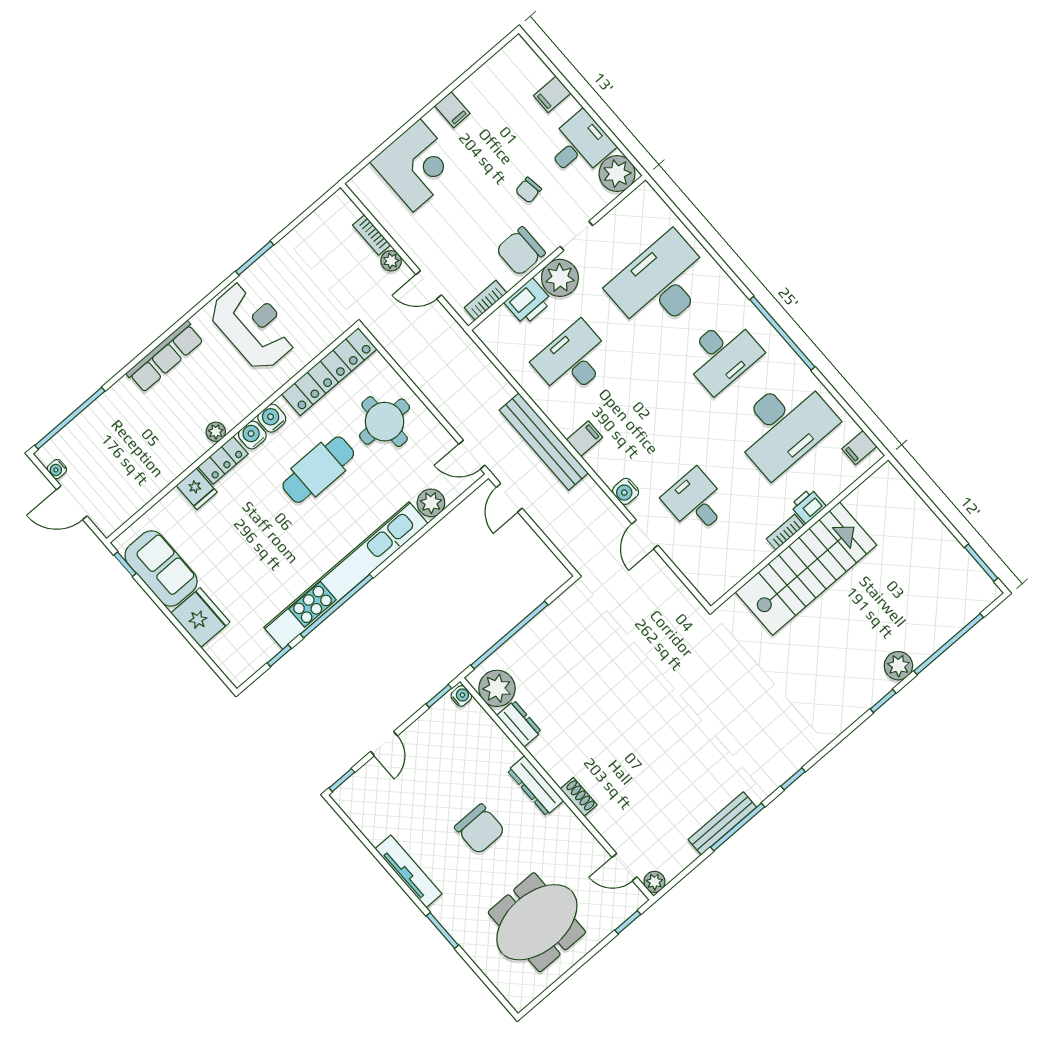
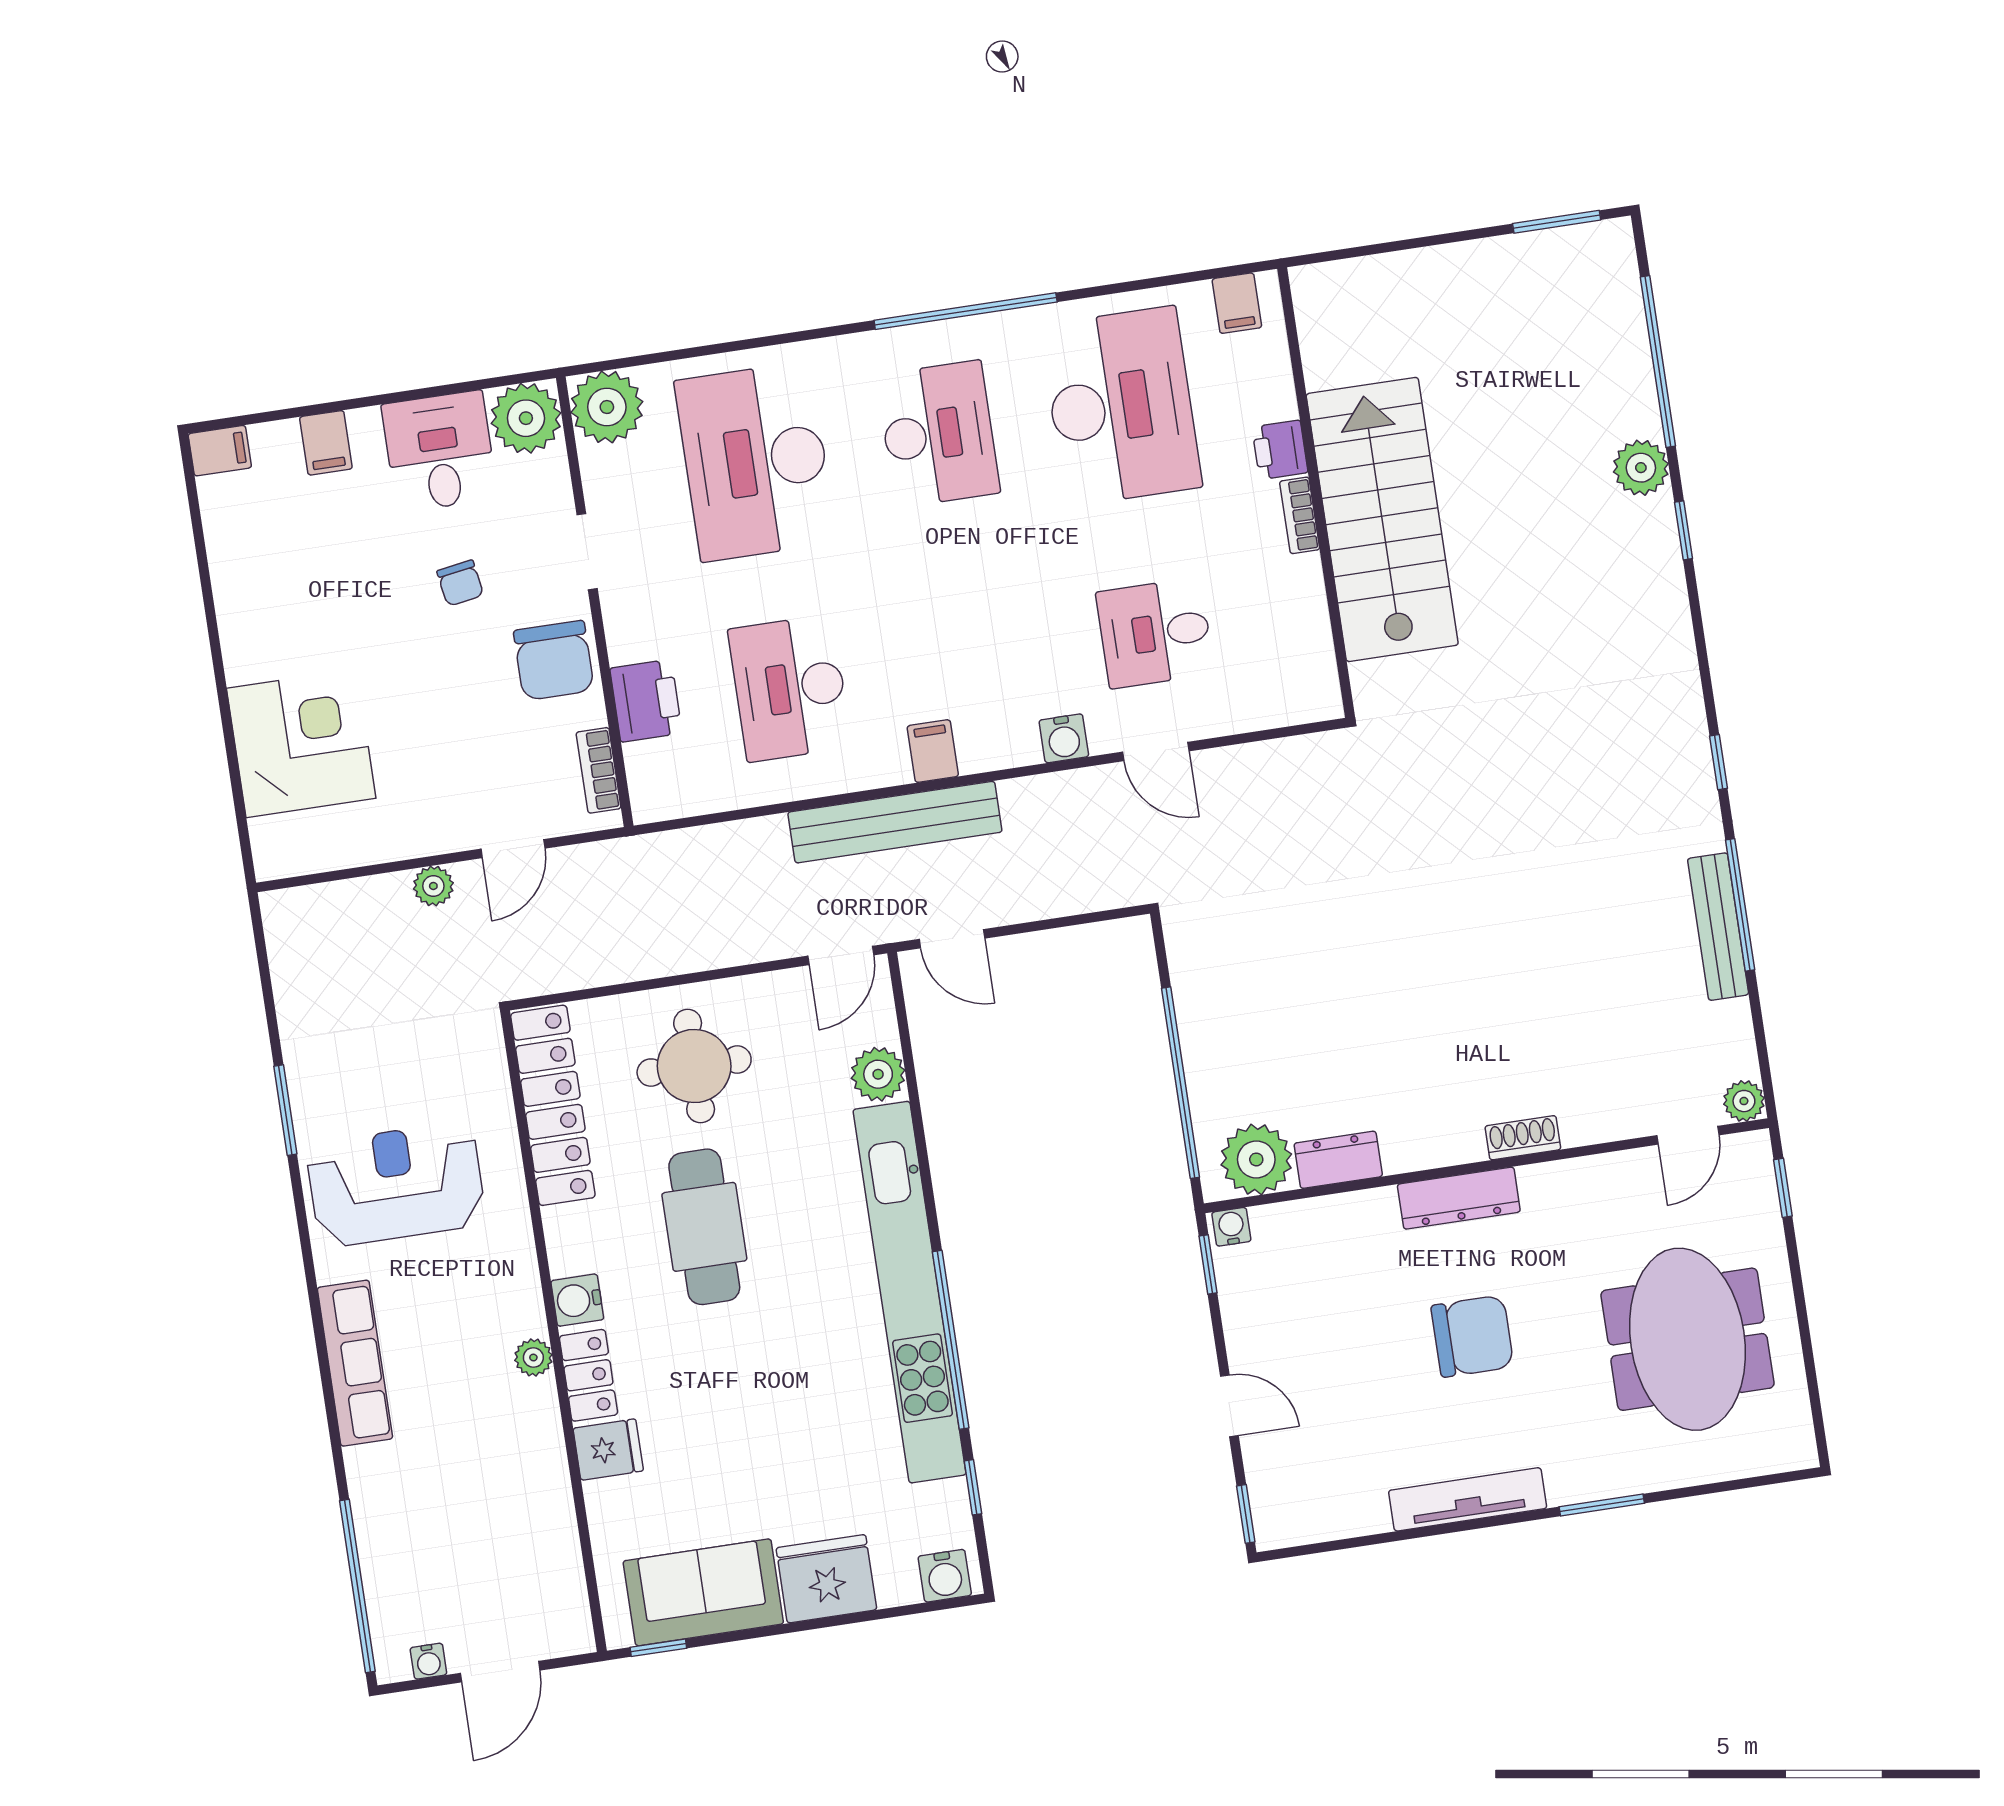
filing cabinet: (452, 110) -> (220, 451), moved
bookcase: (372, 235) -> (370, 891), removed
plant: (560, 278) -> (607, 407), moved
water cooler: (272, 418) -> (945, 1576), moved, turned -90

